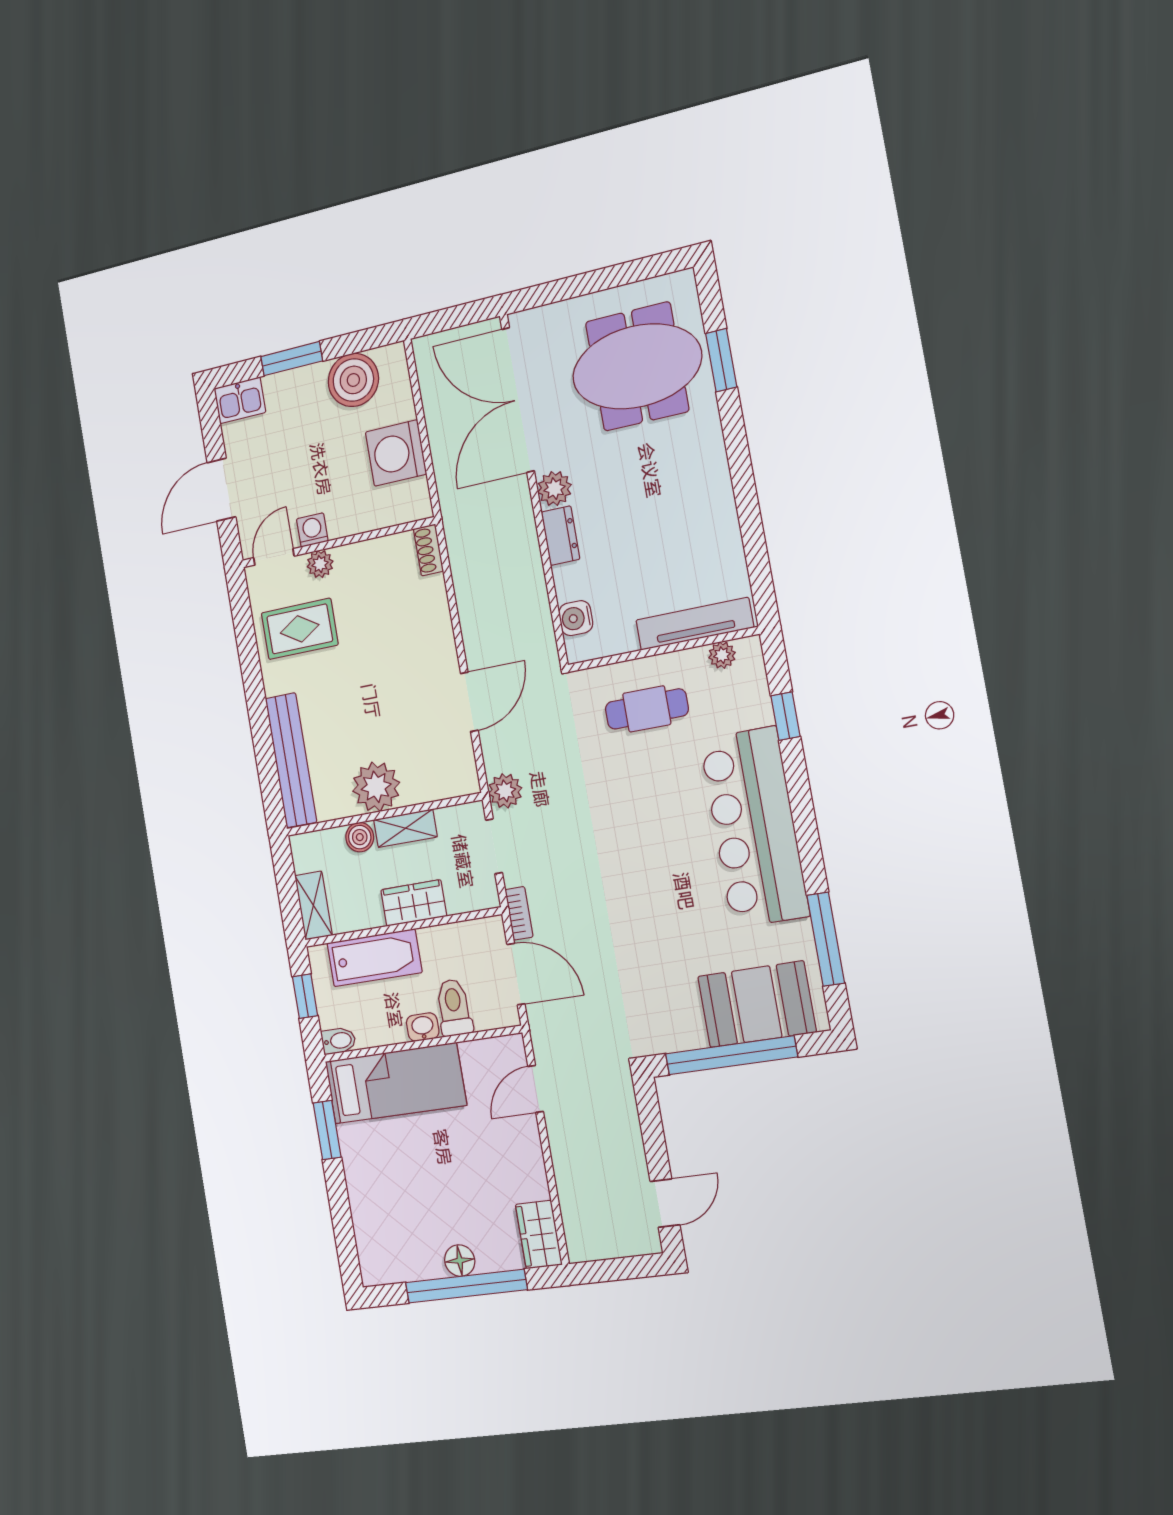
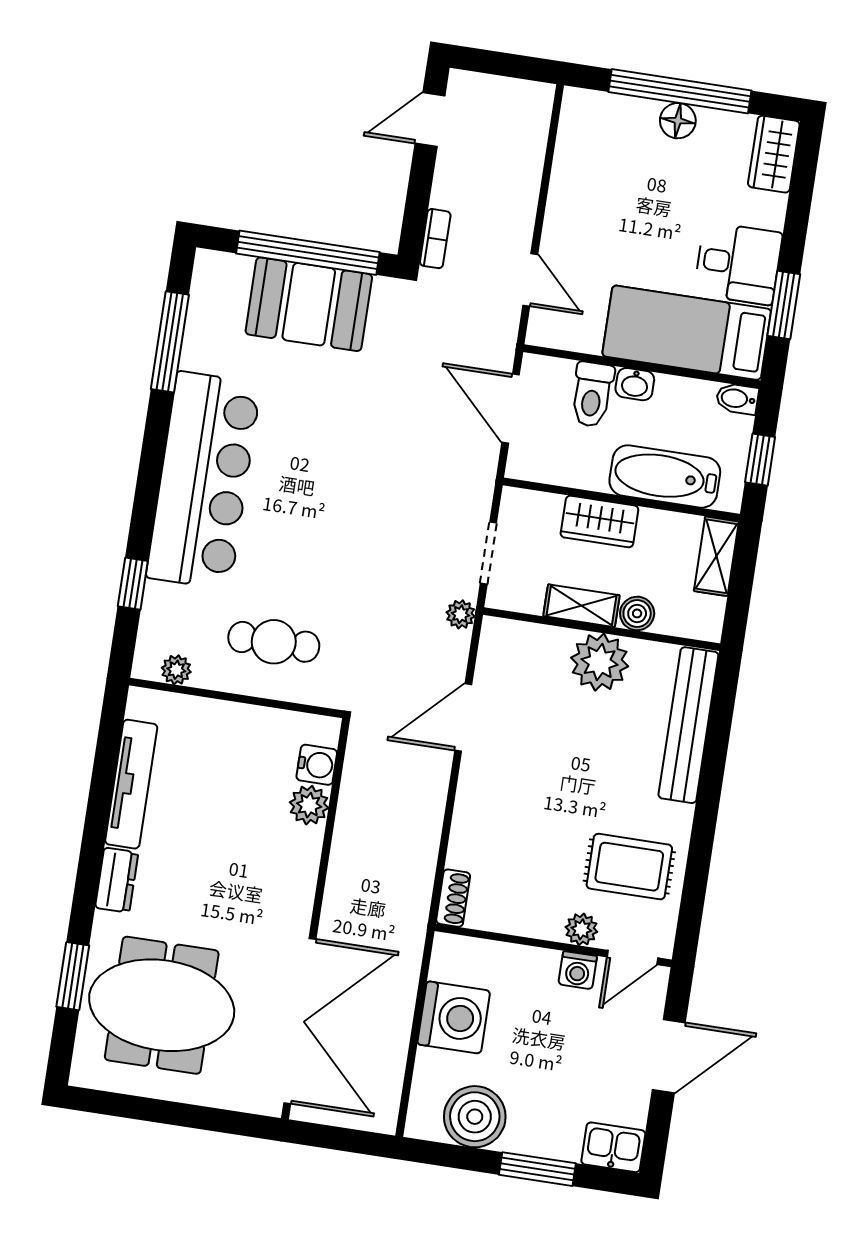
plant: (554, 489) -> (309, 805), moved
dresser: (561, 536) -> (117, 880), moved, turned 180
tv unit: (695, 624) -> (131, 784), moved, turned -90
plant: (505, 791) -> (461, 614), width x0.73, depth x0.73
bookcase: (519, 913) -> (435, 239), moved, turned 180
booth: (757, 1004) -> (309, 304), moved
door: (536, 1089) -> (530, 280), hinge flipped
desk: (374, 1154) -> (738, 263), added
wardrobe: (539, 1235) -> (774, 154), moved, turned 180

